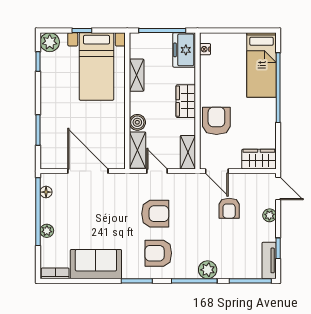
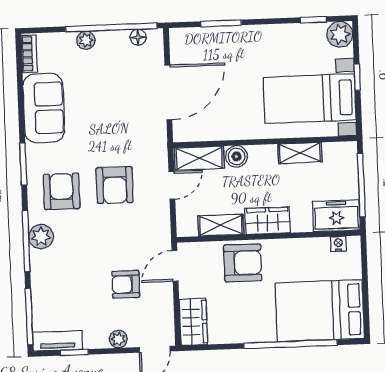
bed: (262, 65) -> (320, 311), width x1.50
shelving: (188, 152) -> (221, 225), moved
plant: (208, 270) -> (41, 237), moved

